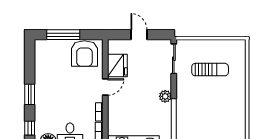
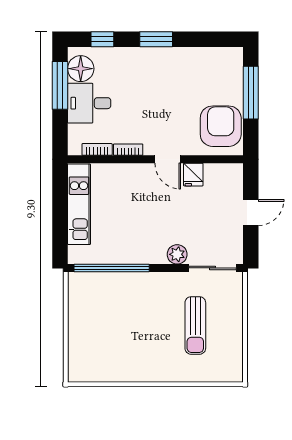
armchair: (84, 54) -> (221, 126), turned 90
fridge: (117, 65) -> (193, 175), width x0.53, depth x0.75
plant: (165, 96) -> (177, 254), moved

